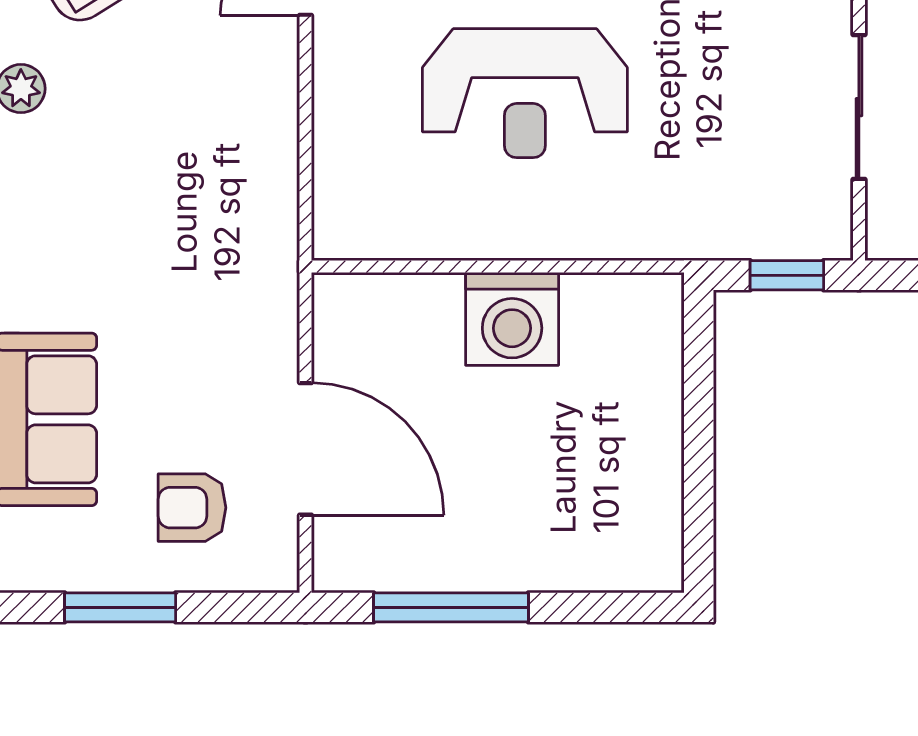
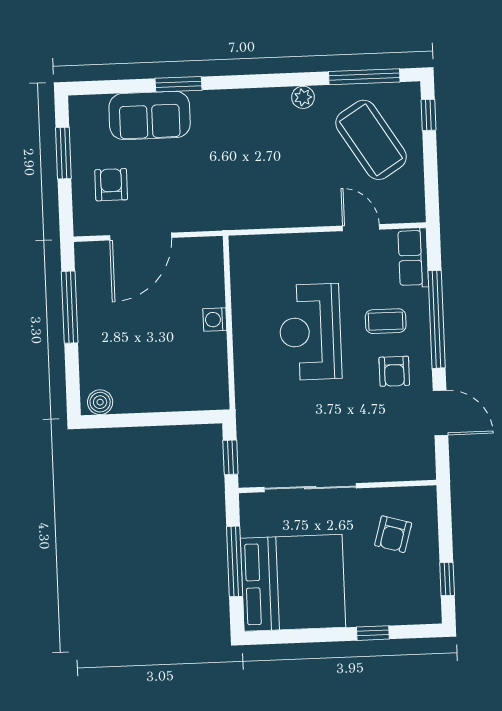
sliding door: (859, 107) -> (310, 488), width x1.37
washing machine: (512, 319) -> (215, 320), width x0.53, depth x0.53
boiler: (657, 550) -> (100, 402), added

